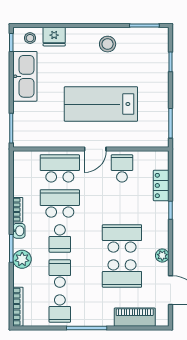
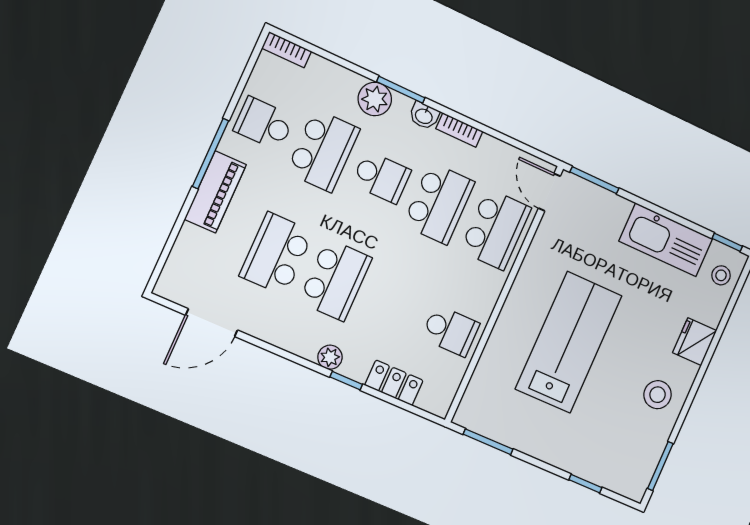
fridge: (54, 37) -> (695, 342), moved
door: (95, 149) -> (549, 192), moved
school desk: (60, 238) -> (381, 177), turned 180
plant: (162, 256) -> (330, 357), moved
school desk: (60, 274) -> (323, 151), width x1.85
bookcase: (18, 307) -> (287, 50), width x0.64
piano: (135, 317) -> (215, 192), moved

